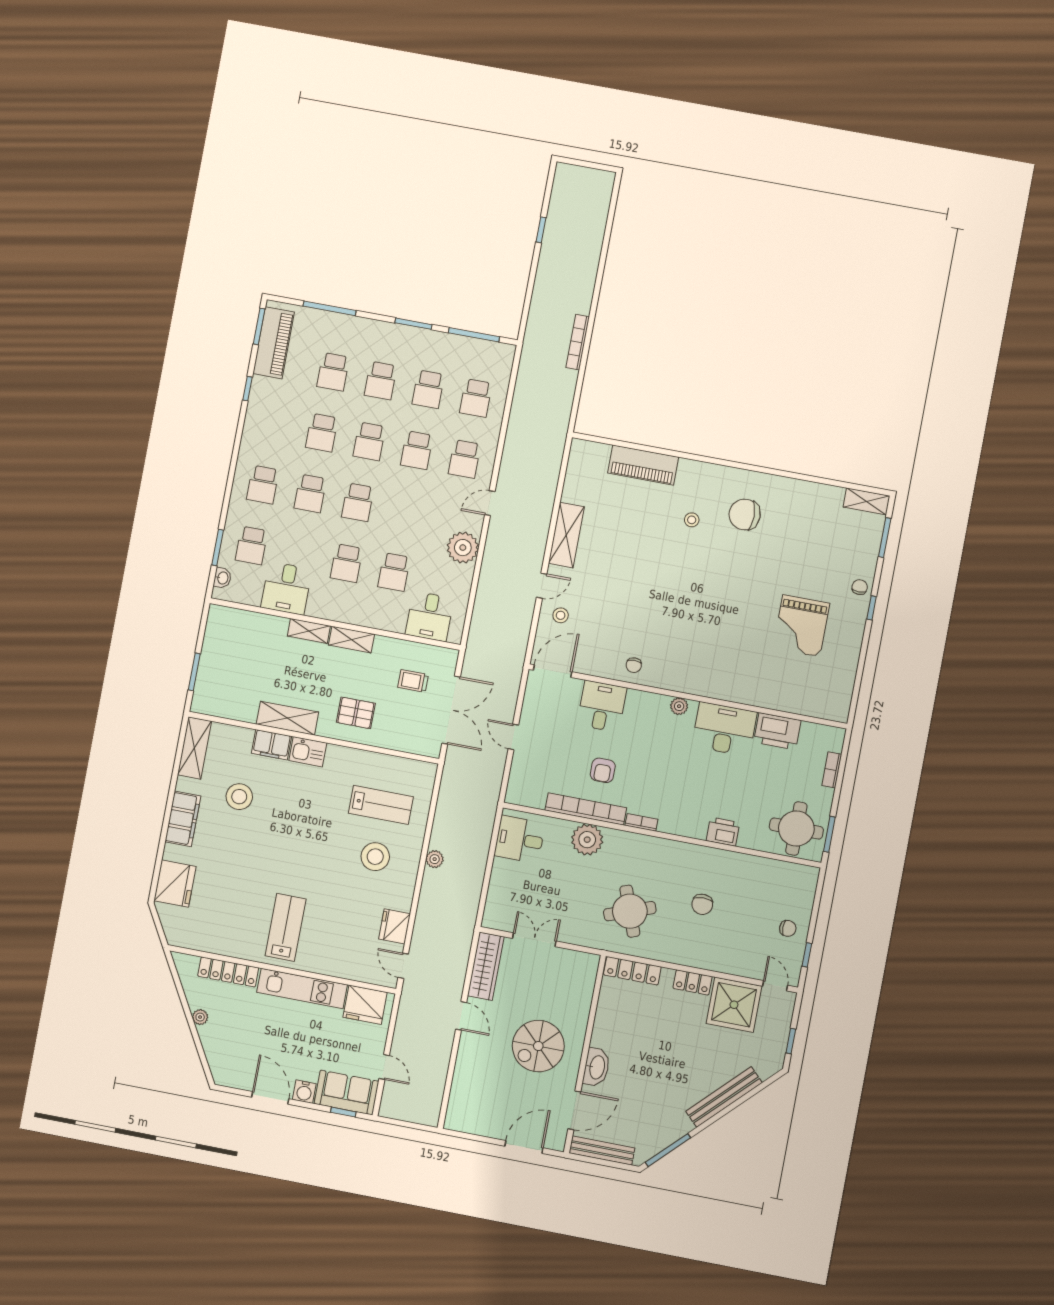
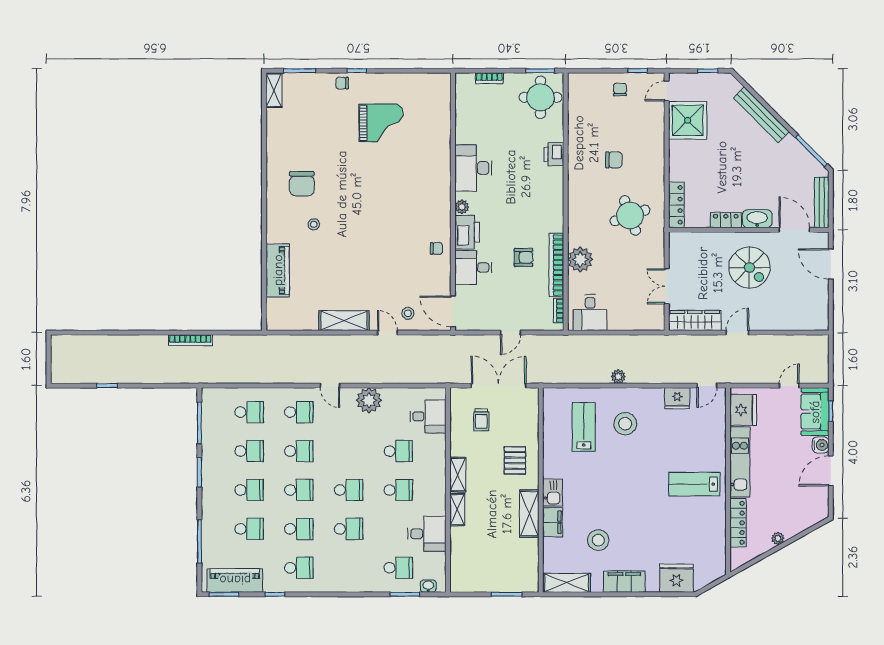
school desk: (263, 485) -> (299, 568), moved
printer: (777, 731) -> (467, 232), moved
bookcase: (641, 822) -> (559, 311), moved
locker: (693, 982) -> (726, 220), moved, turned -90

